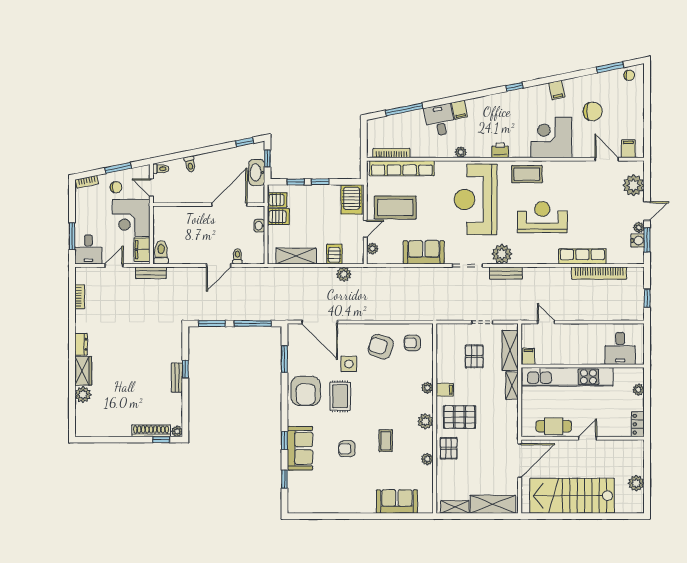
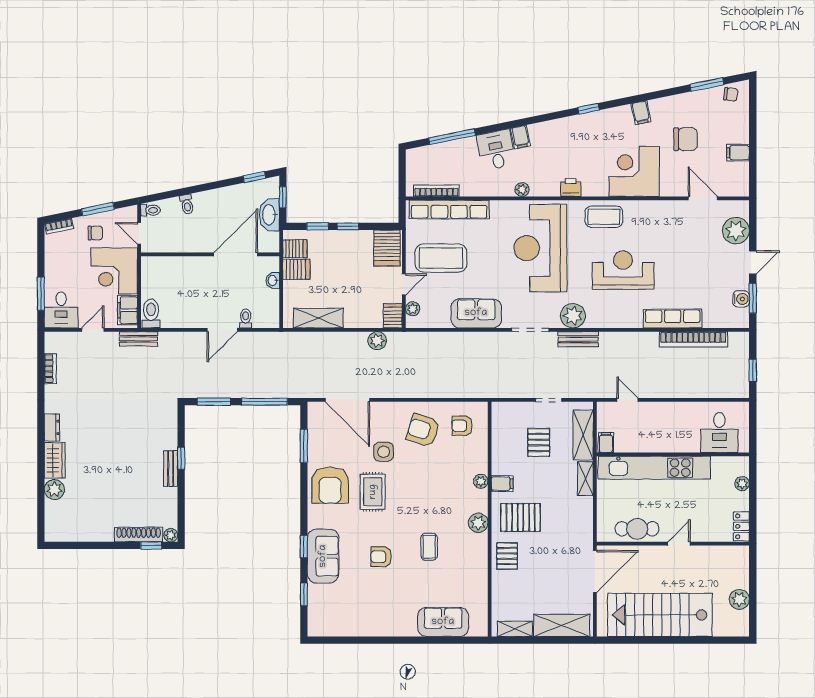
filing cabinet: (628, 149) -> (738, 153), moved, turned -90
plant: (639, 227) -> (743, 283), removed
server rack: (334, 254) -> (393, 316), moved
plant: (427, 459) -> (481, 569), removed

